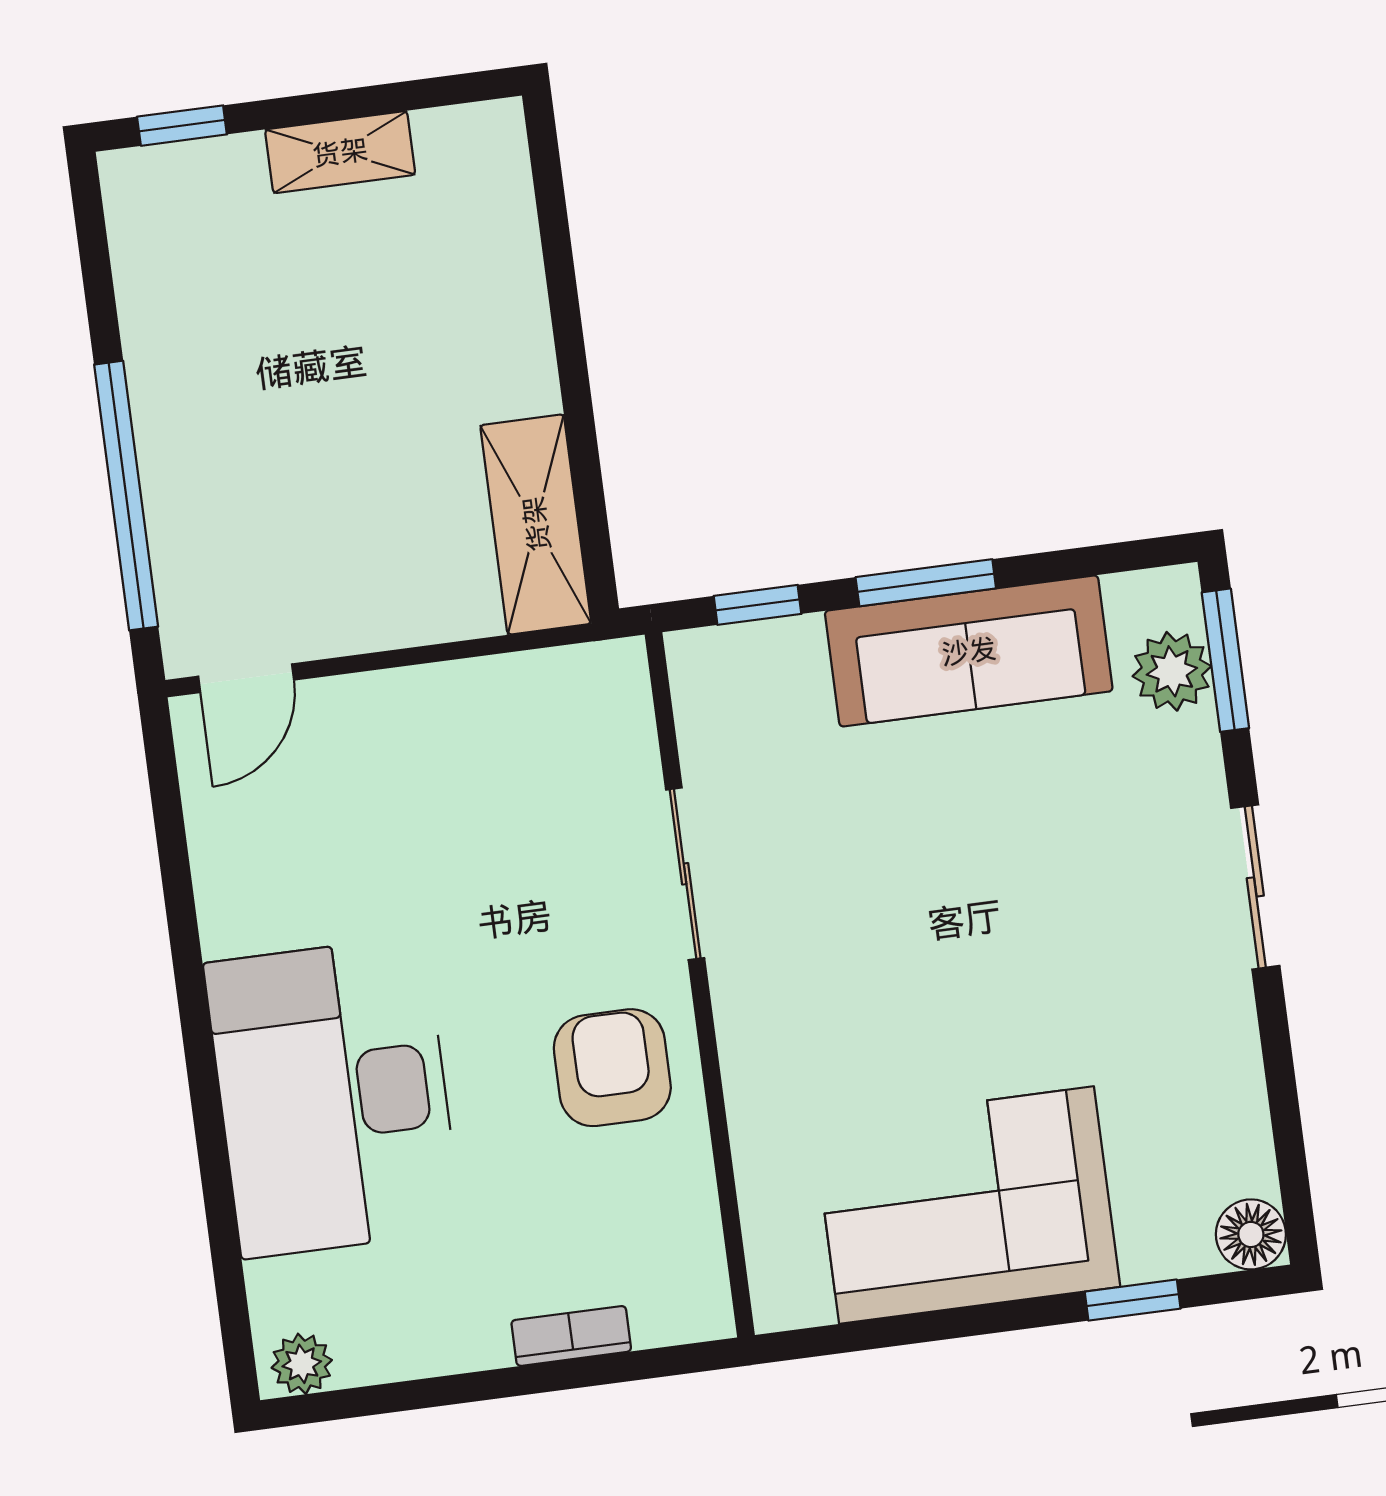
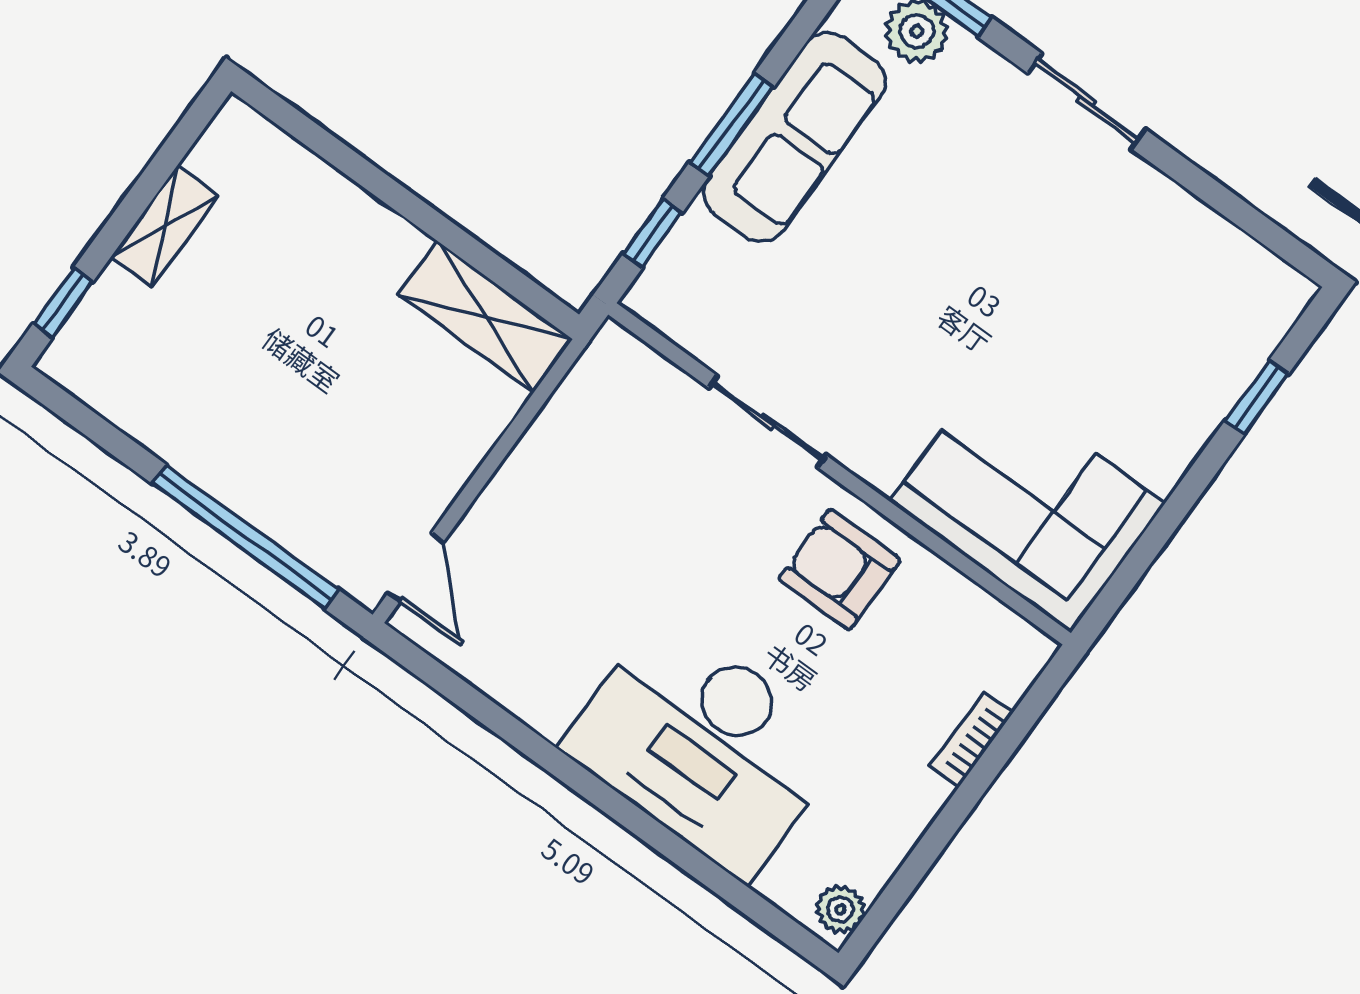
corner sofa: (966, 1205) -> (1027, 502), moved, turned 90
floor lamp: (1251, 1234) -> (1284, 293), removed

